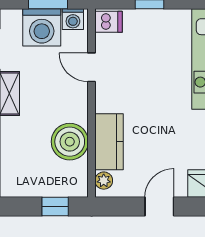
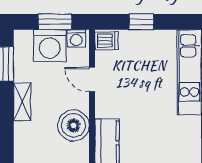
boiler: (70, 142) -> (74, 125), moved

